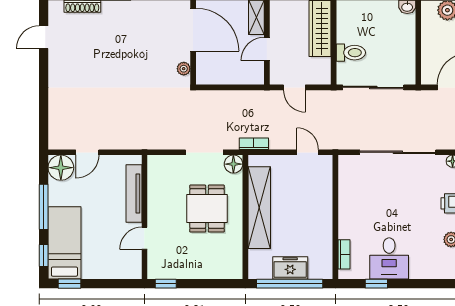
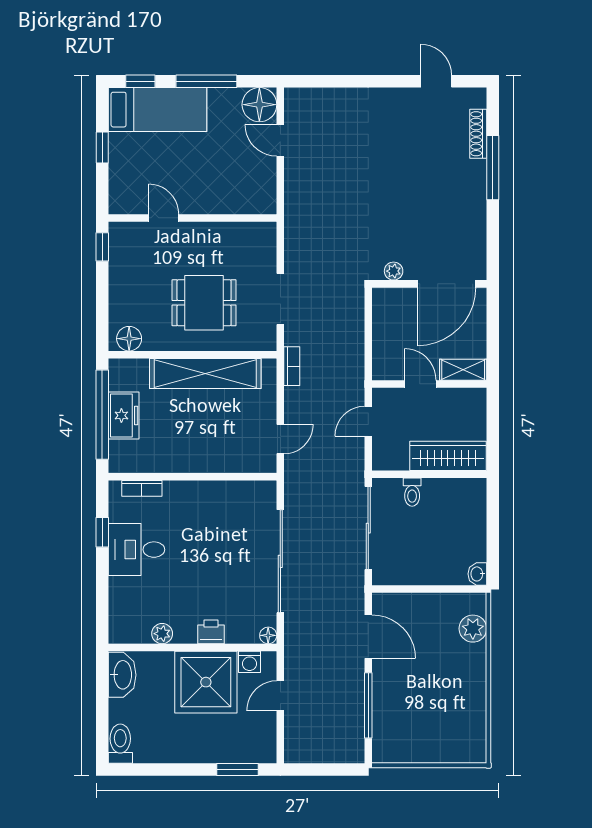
toilet: (351, 53) -> (412, 492), width x0.73, depth x0.72
floor lamp: (233, 164) -> (129, 339), moved
tv unit: (134, 193) -> (225, 204), removed
window: (70, 284) -> (102, 147), moved

